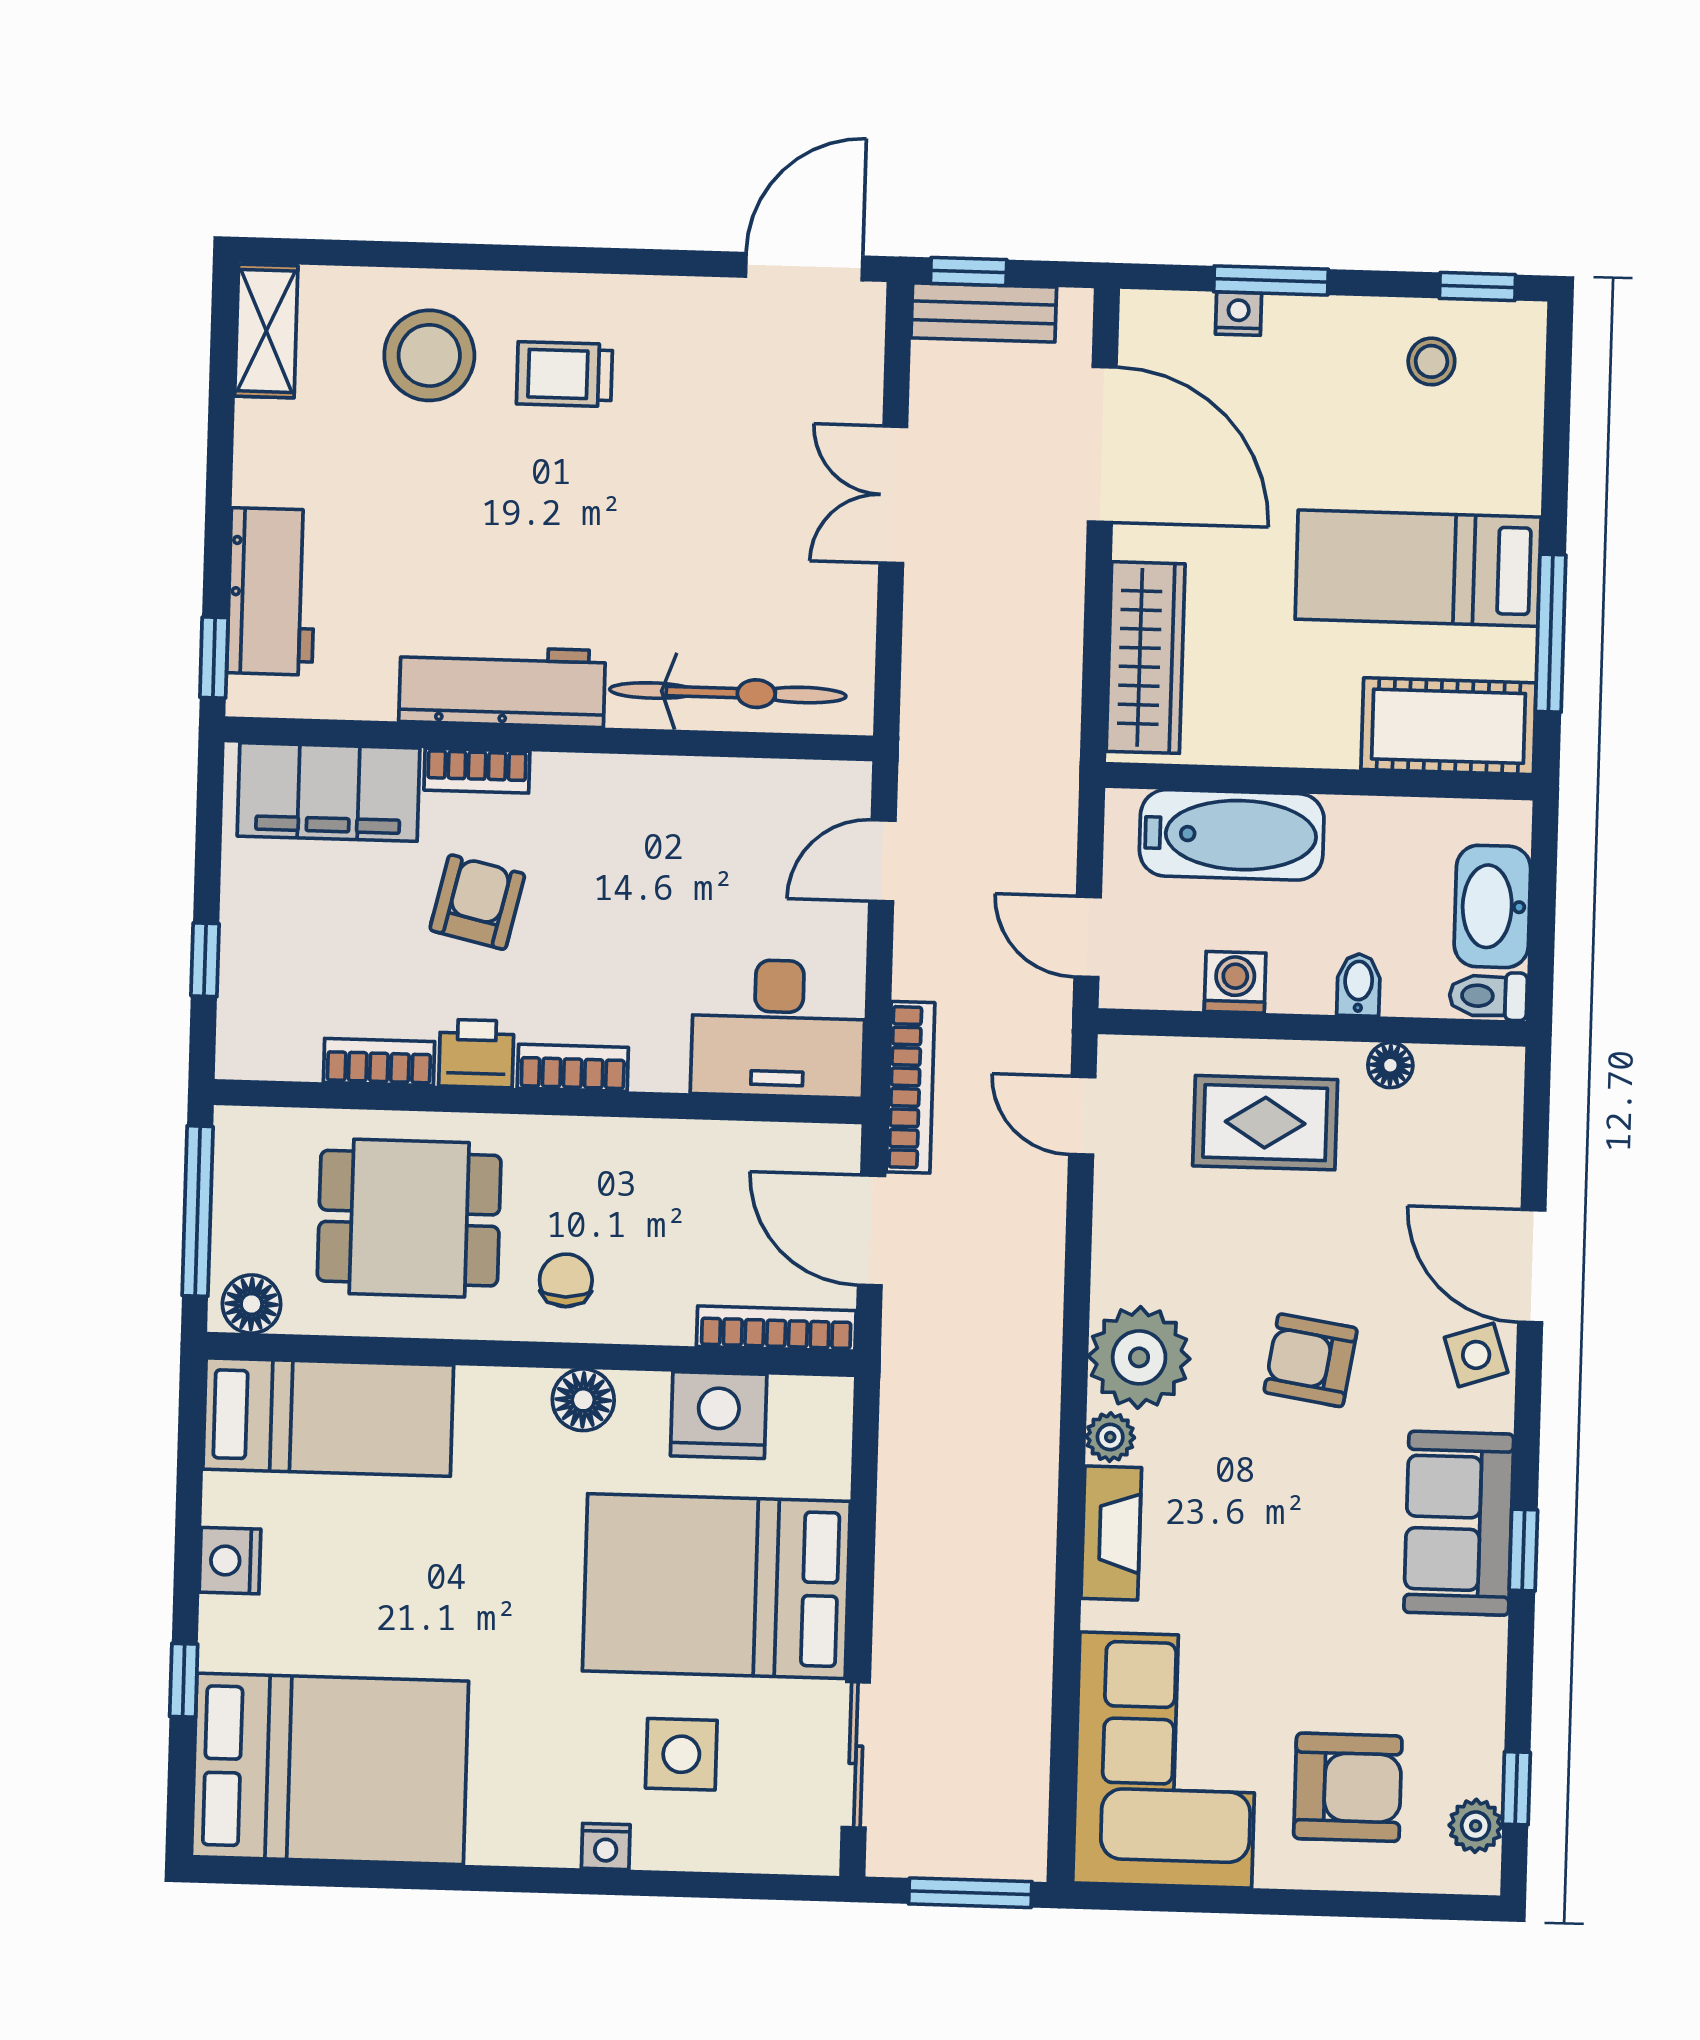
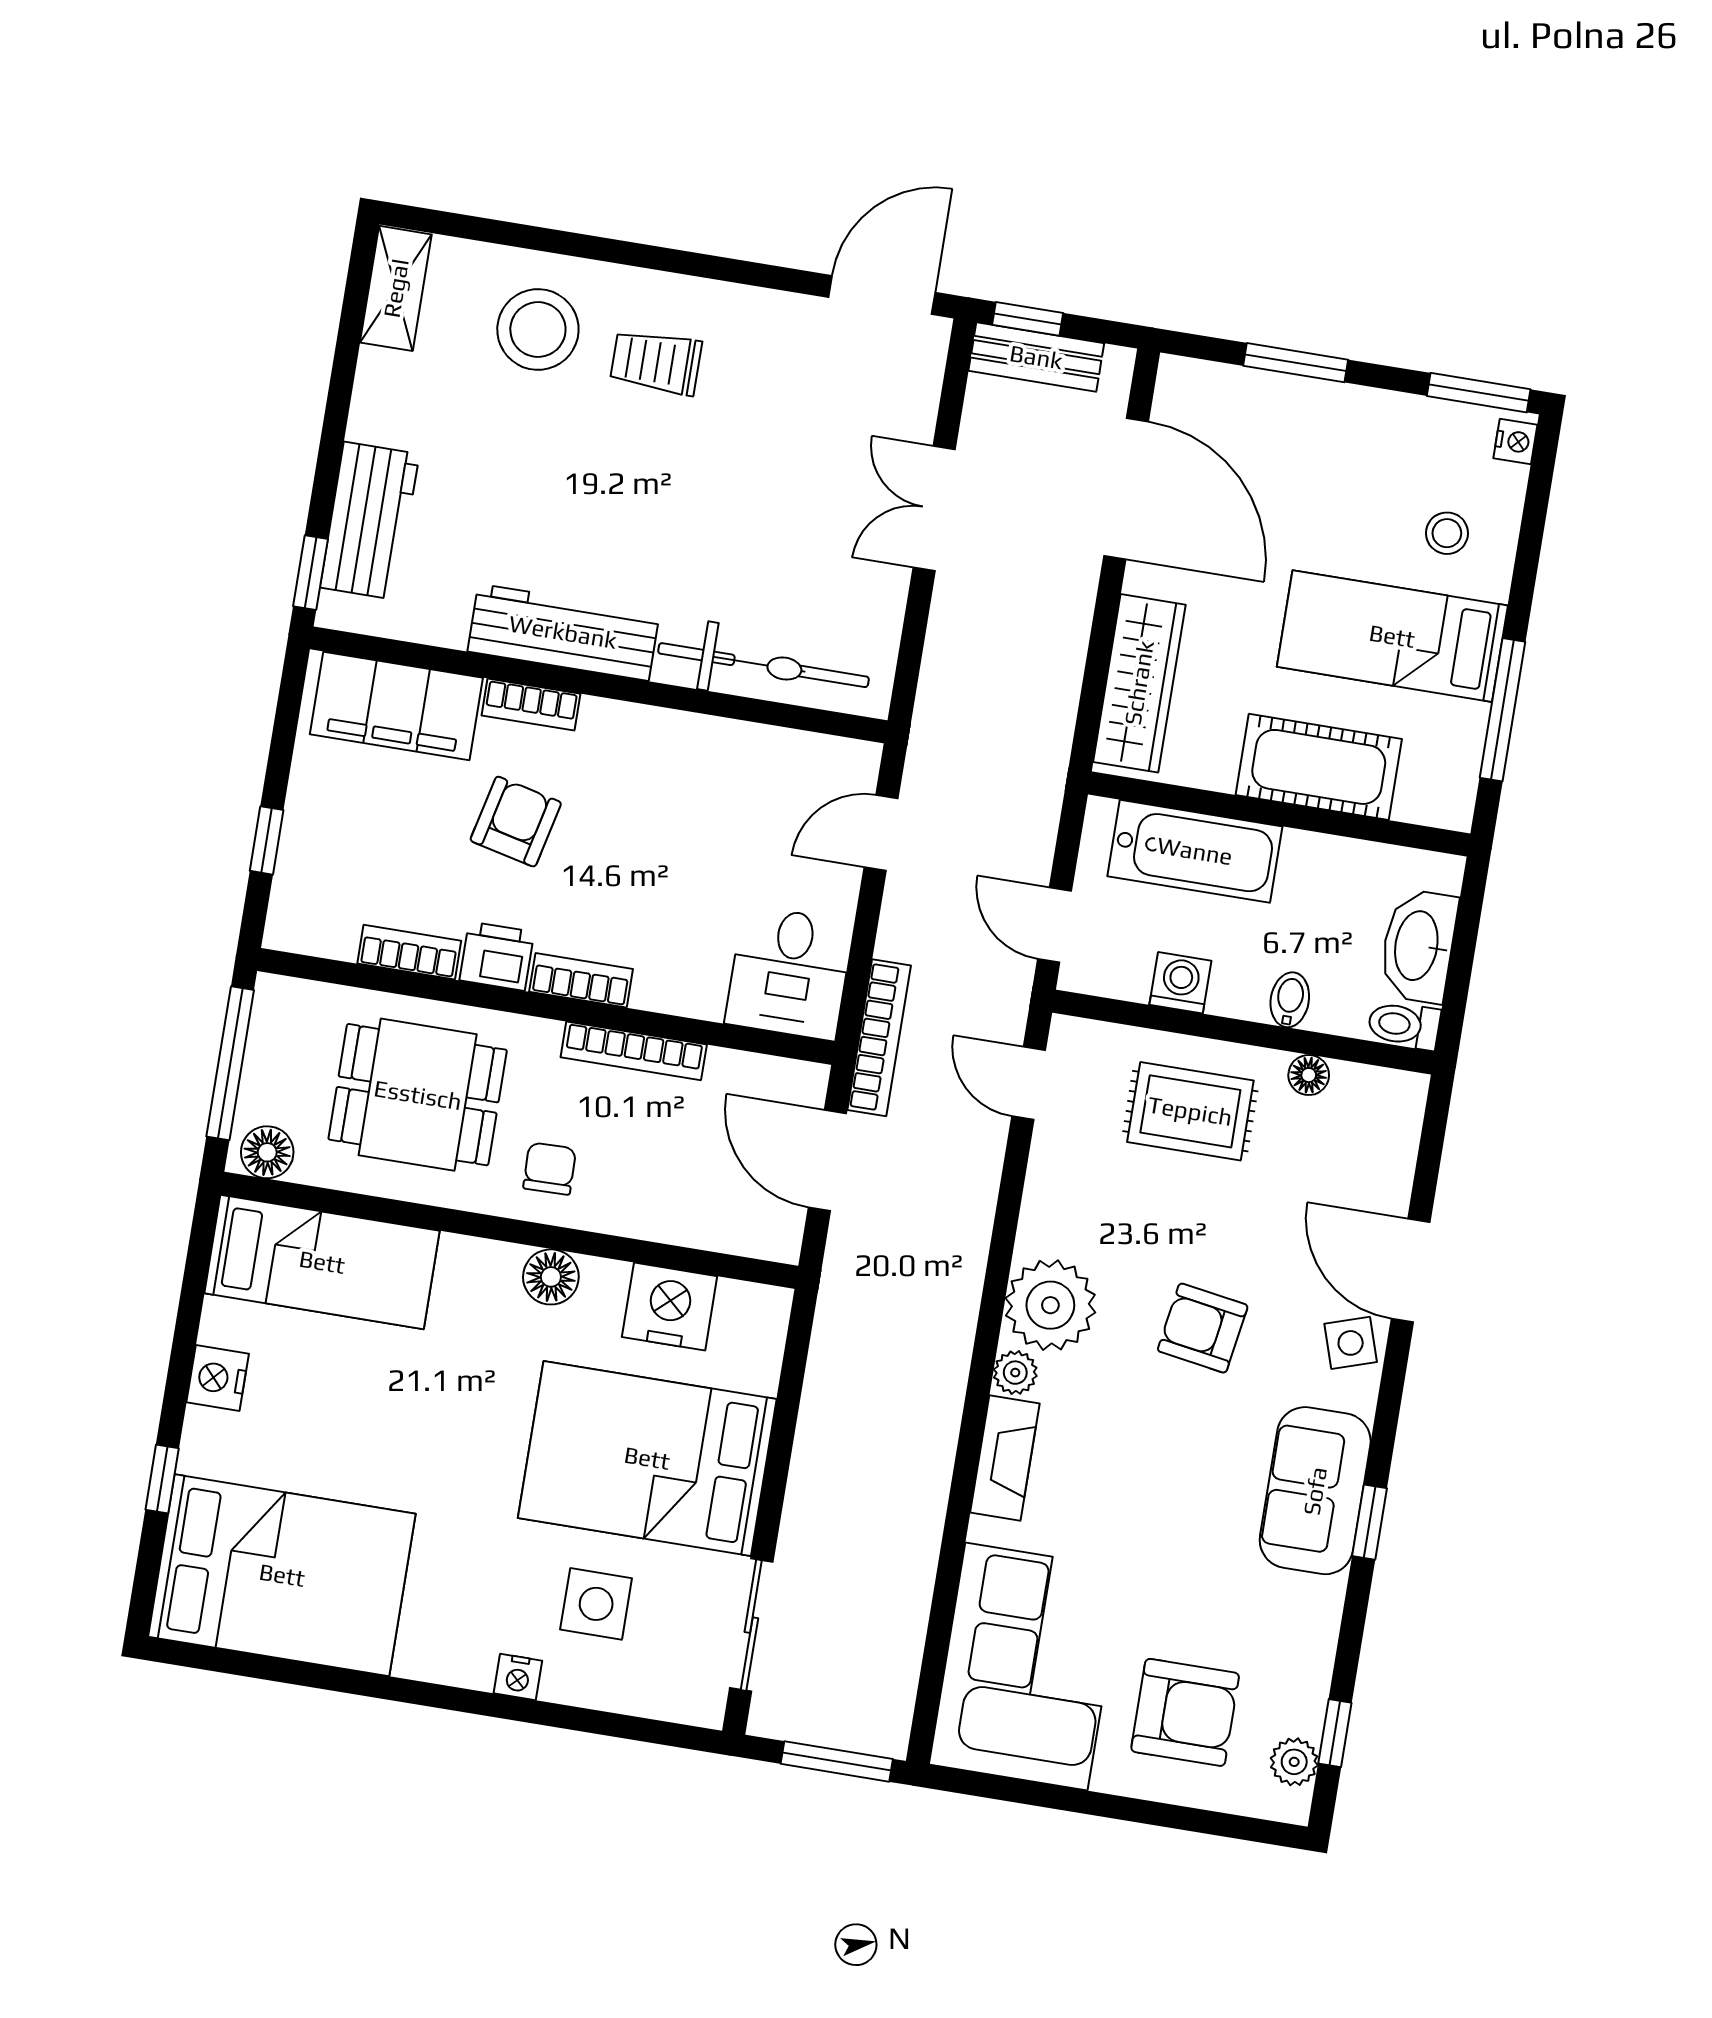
window: (1477, 287) -> (1479, 393), width x1.50
nightstand: (1239, 314) -> (1515, 441), moved, turned 90
stool: (1431, 361) -> (1447, 533), moved
cot: (1449, 726) -> (1319, 767), moved
desk: (778, 1028) -> (789, 973), width x0.73
bookcase: (776, 1328) -> (634, 1051), moved, turned 180

